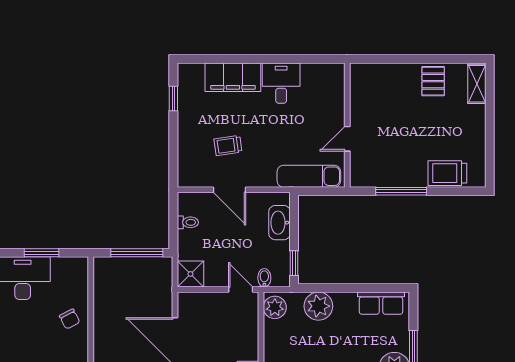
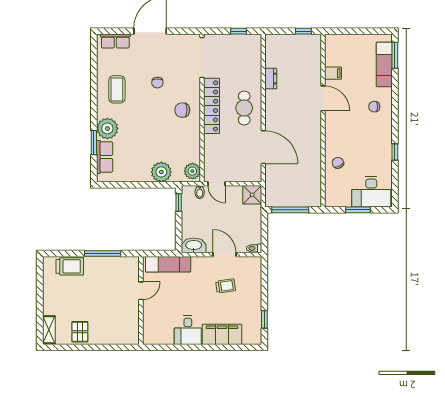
toilet: (188, 222) -> (254, 248), moved
washbasin: (279, 223) -> (194, 245), moved, turned -90
row of seats: (381, 303) -> (105, 157), moved, turned 90

